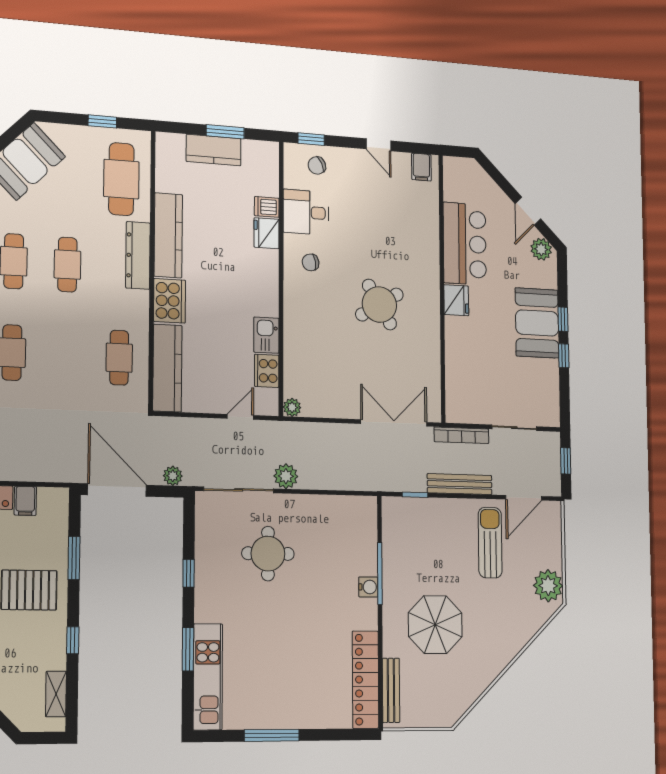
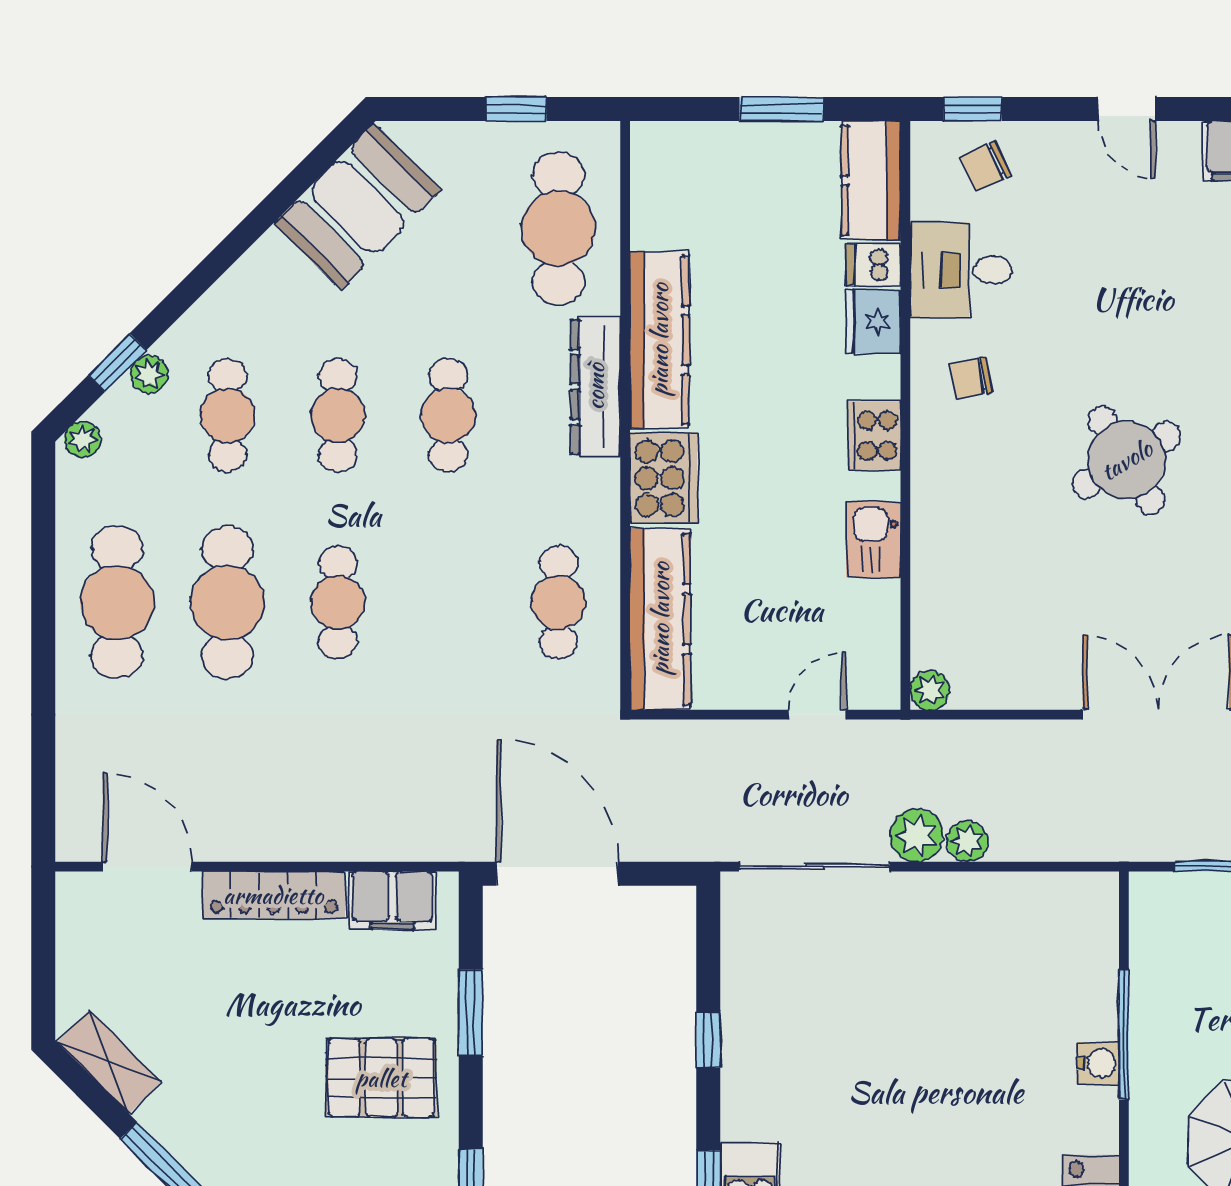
kitchen counter: (214, 150) -> (871, 180), moved, turned 90
cooker: (267, 371) -> (874, 436), moved
plant: (173, 476) -> (967, 842), moved
filing cabinet: (25, 501) -> (392, 900), width x2.00
round table: (268, 554) -> (878, 997), removed

